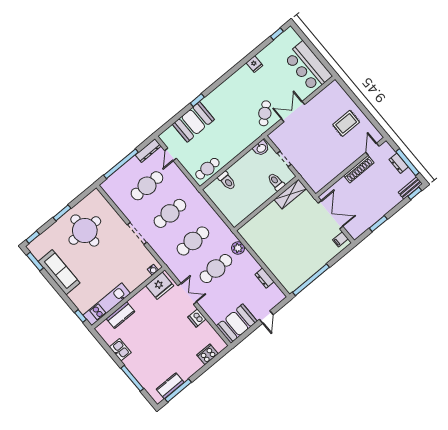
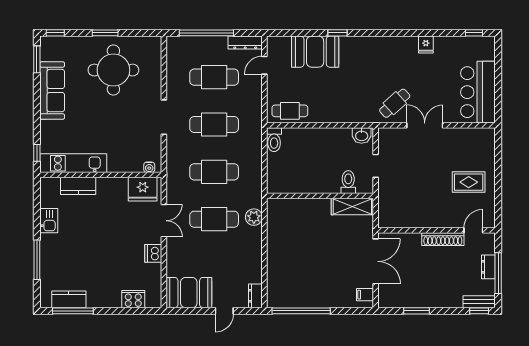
toilet: (227, 181) -> (274, 140), moved
dresser: (265, 278) -> (255, 296), moved

